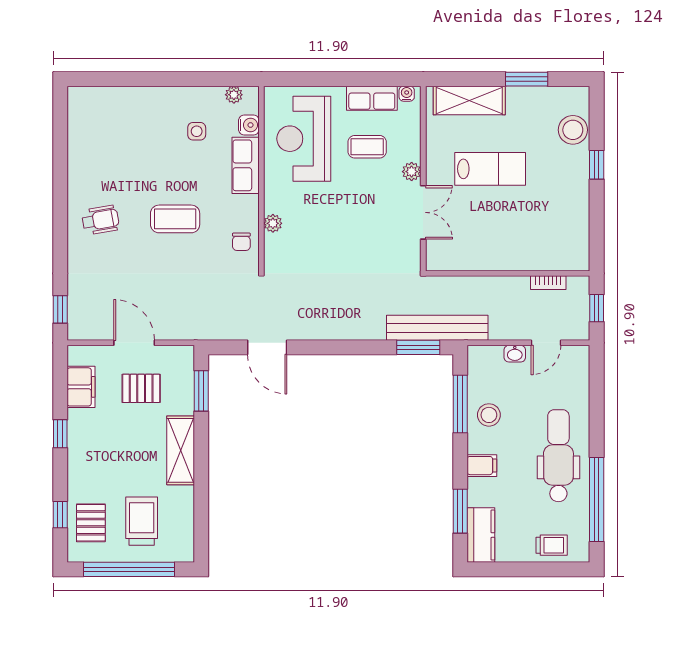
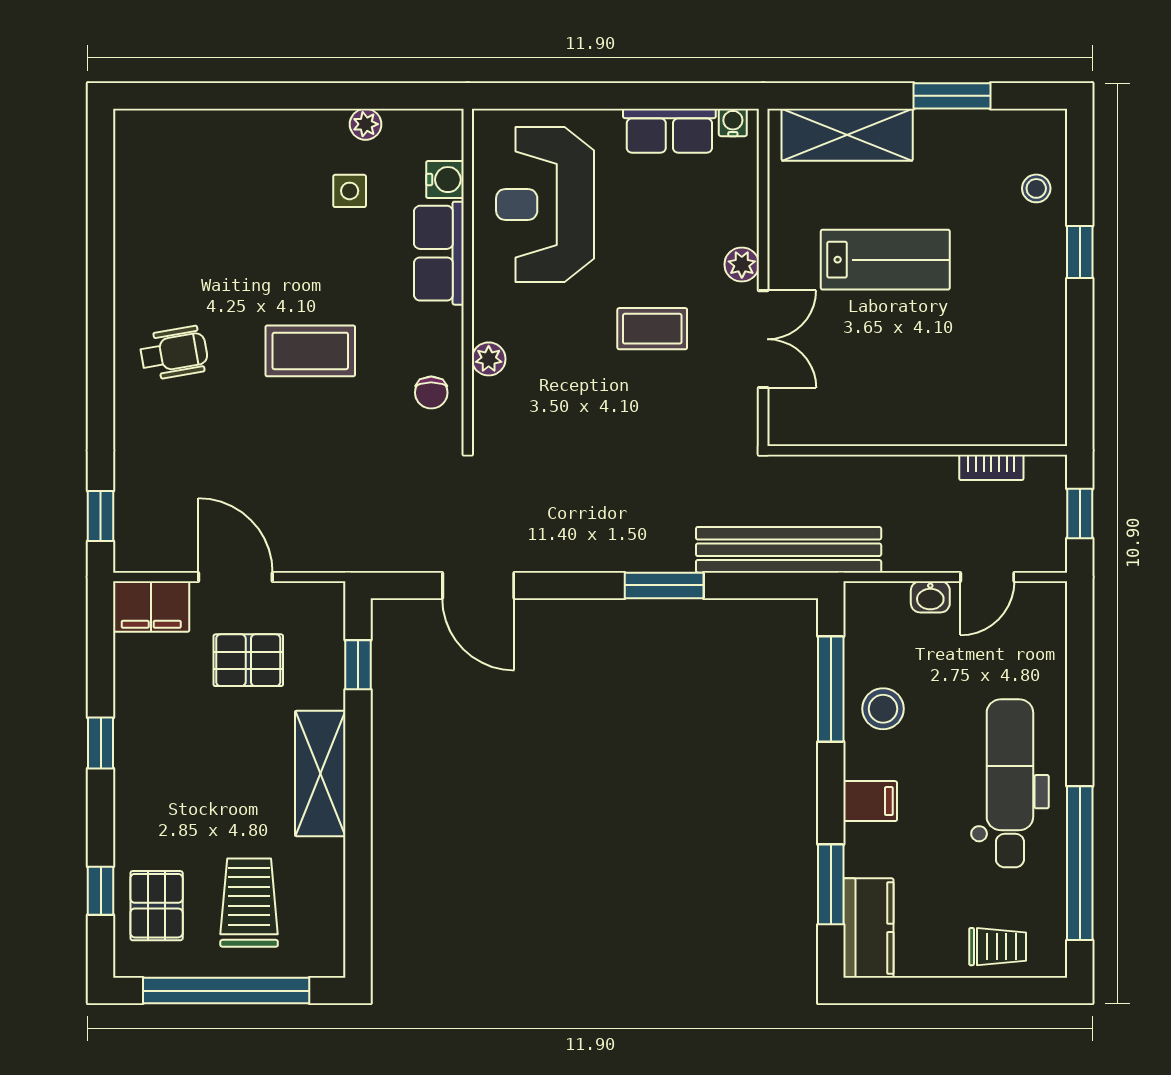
plant: (234, 95) -> (366, 124), moved
stool: (573, 130) -> (1036, 188), width x0.53, depth x0.53
coffee table: (367, 147) -> (652, 329), moved
window: (418, 347) -> (664, 585), moved
filing cabinet: (81, 387) -> (151, 607), moved, turned 90
window: (201, 391) -> (358, 665), width x0.67

